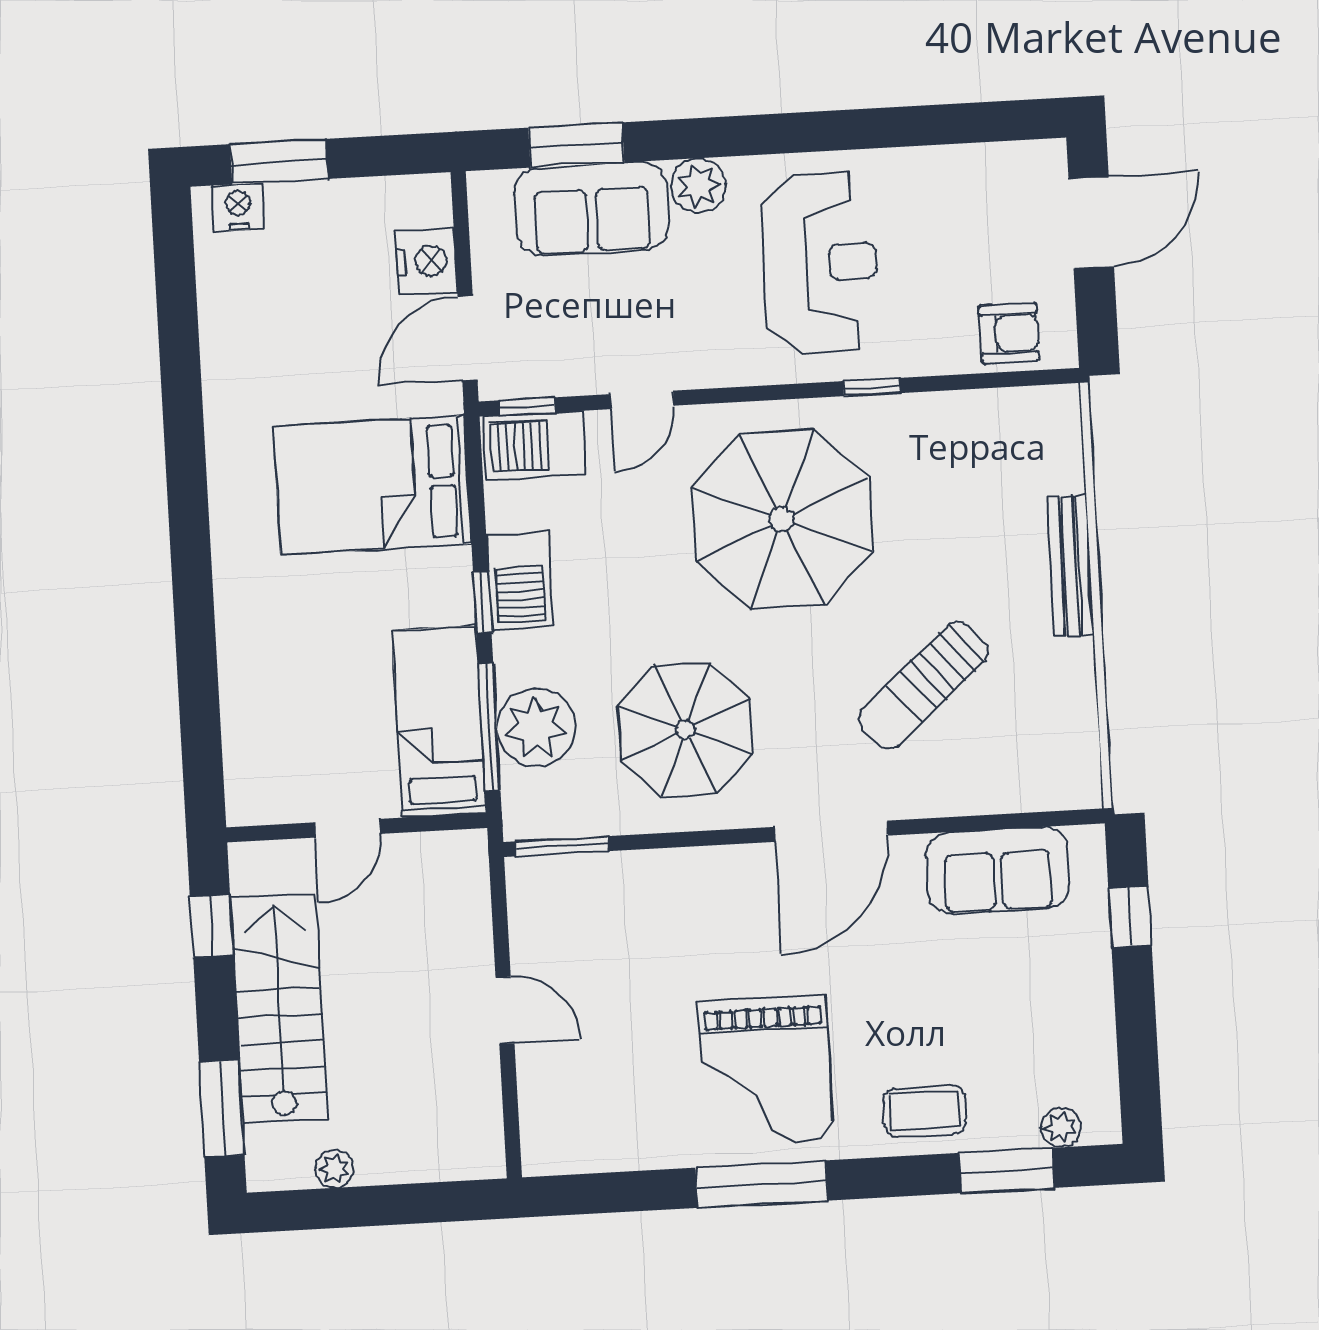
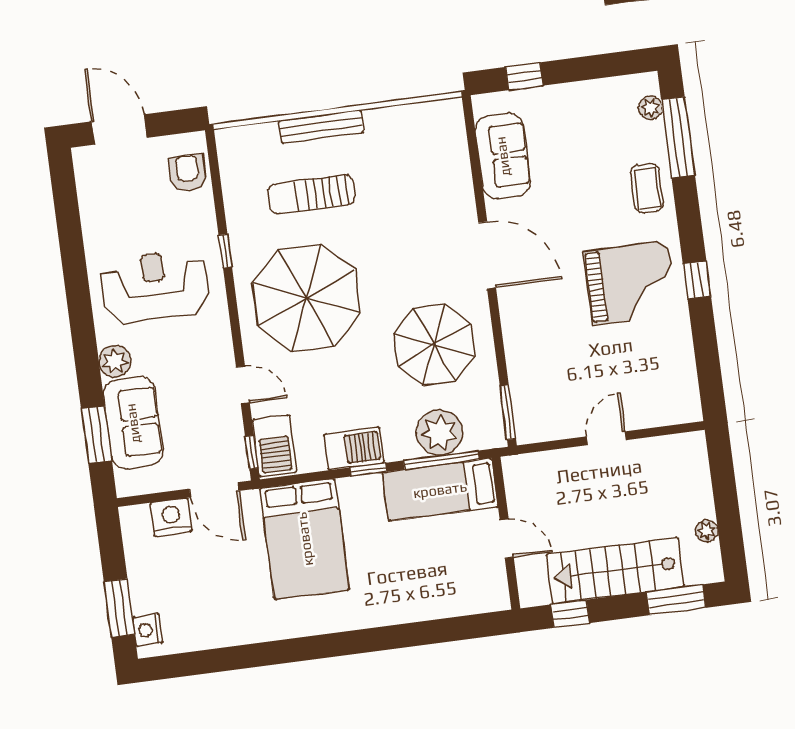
sun lounger: (923, 685) -> (312, 194), moved, turned 131
window: (1007, 1170) -> (678, 137), width x1.44
window: (762, 1184) -> (697, 280), width x0.46

